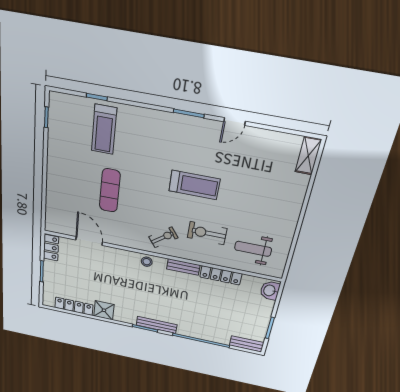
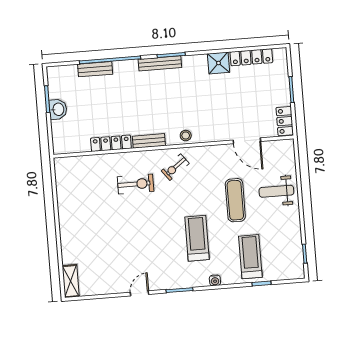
water cooler: (147, 114) -> (215, 280), added
treadmill: (194, 185) -> (197, 238), moved, turned 90
weight bench: (253, 249) -> (276, 191), moved, turned 180
washbasin: (270, 291) -> (58, 109), moved
bench: (247, 344) -> (95, 69), moved

